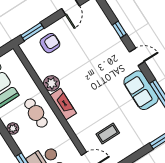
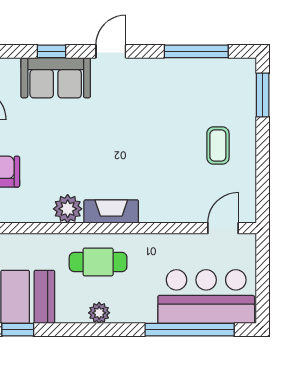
sofa: (141, 90) -> (56, 78), moved
coffee table: (108, 133) -> (218, 146), moved

